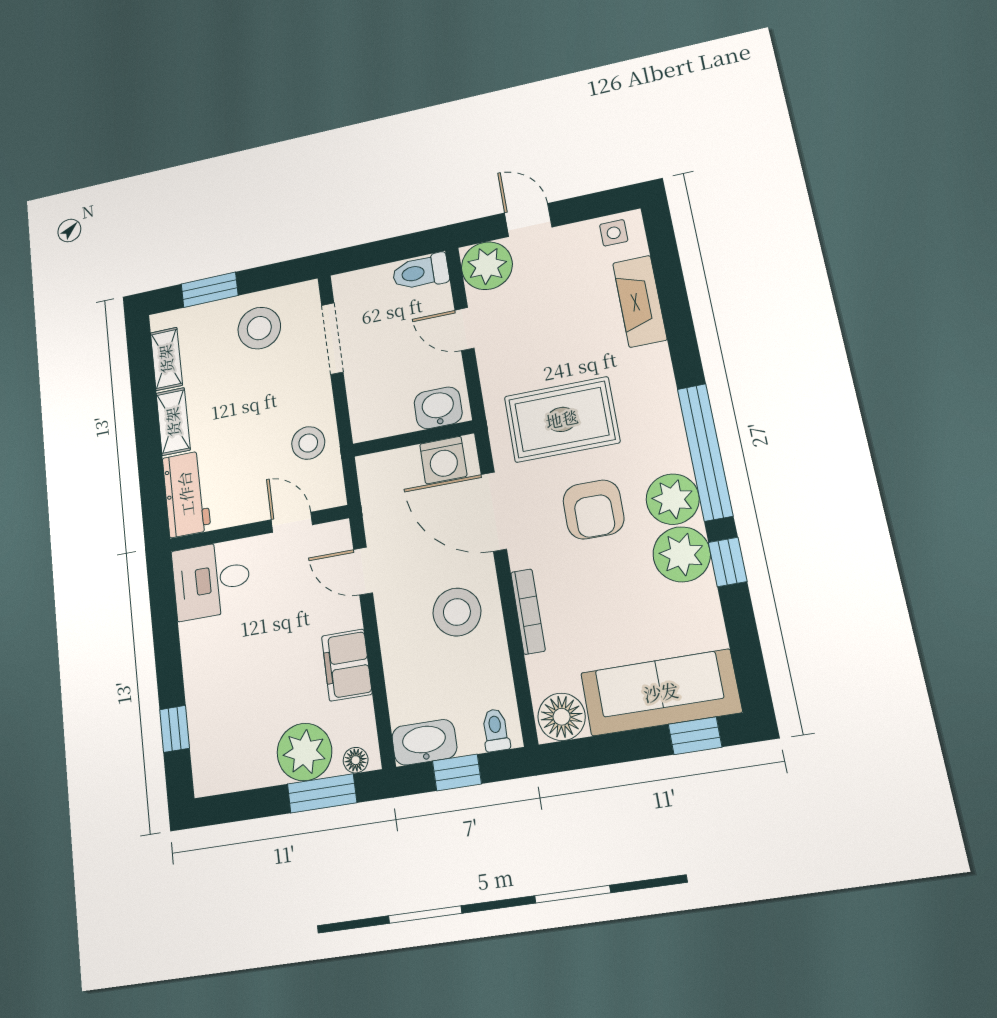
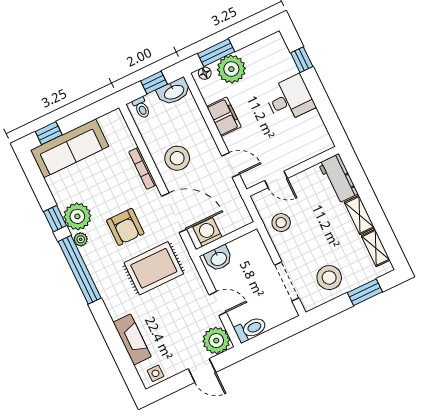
plant: (673, 499) -> (81, 239), width x0.53, depth x0.53
armchair: (593, 509) -> (125, 227), turned 180
desk: (211, 580) -> (290, 99), moved
floor lamp: (562, 717) -> (112, 123), removed

